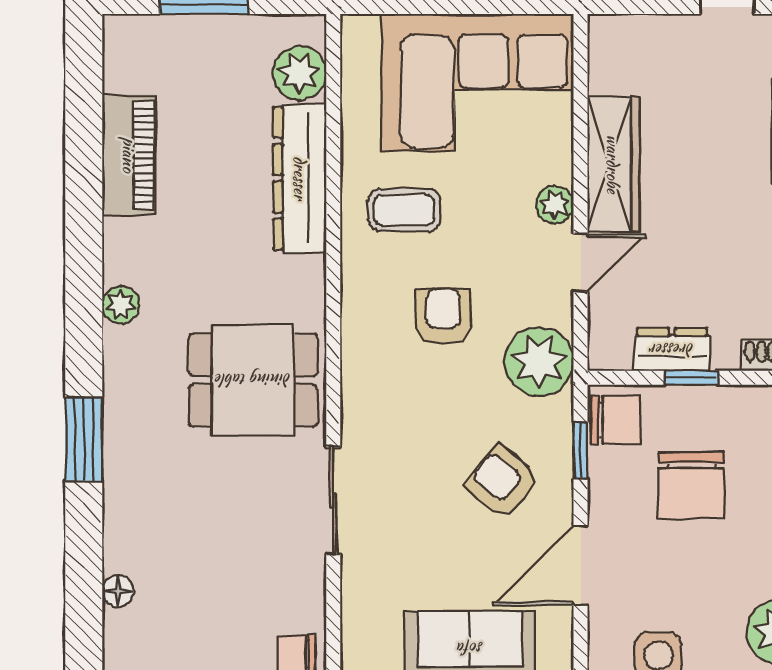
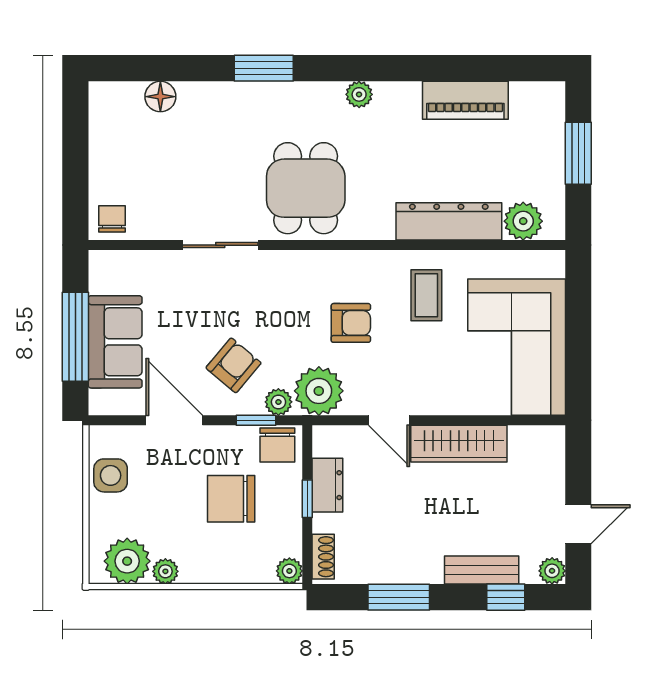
plant: (555, 205) -> (278, 402), moved
floor lamp: (118, 591) -> (160, 97), width x1.37, depth x1.37

